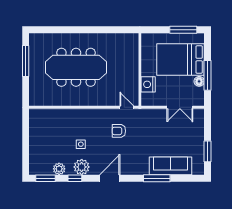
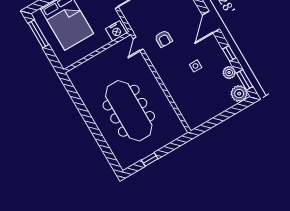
window: (26, 61) -> (150, 159), width x0.46
nightstand: (148, 84) -> (116, 31), moved
plant: (82, 167) -> (239, 94), moved
door: (110, 178) -> (211, 22), hinge flipped

